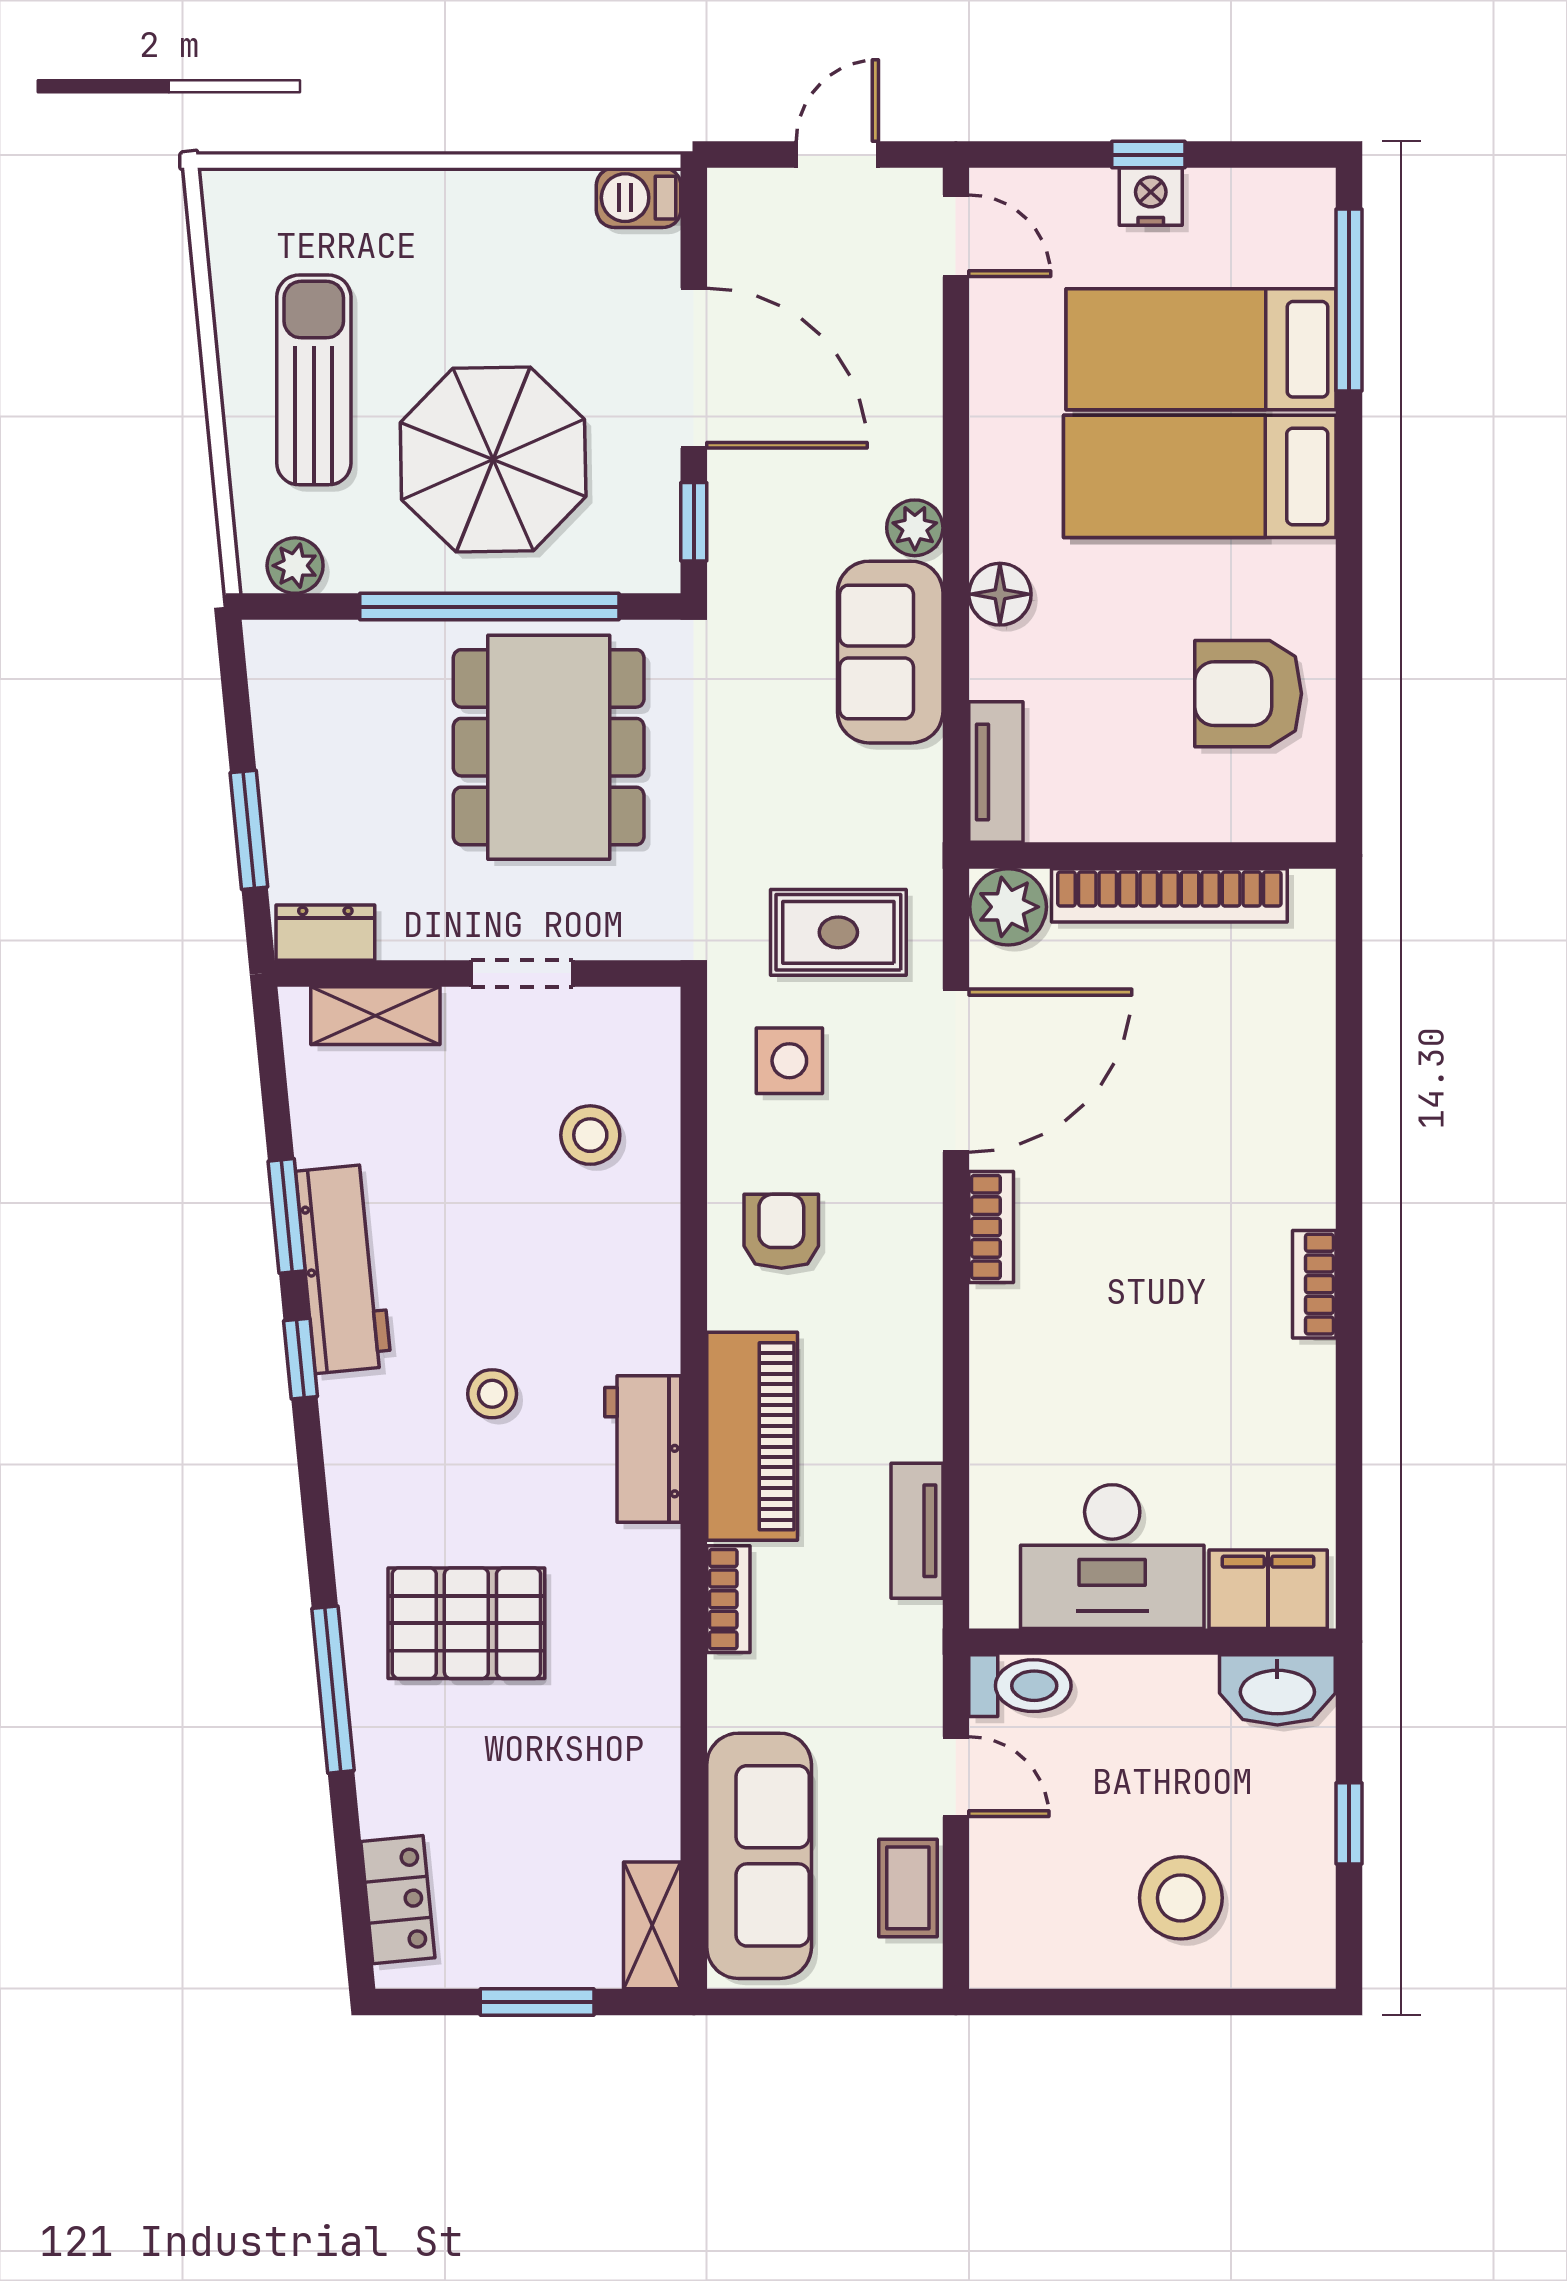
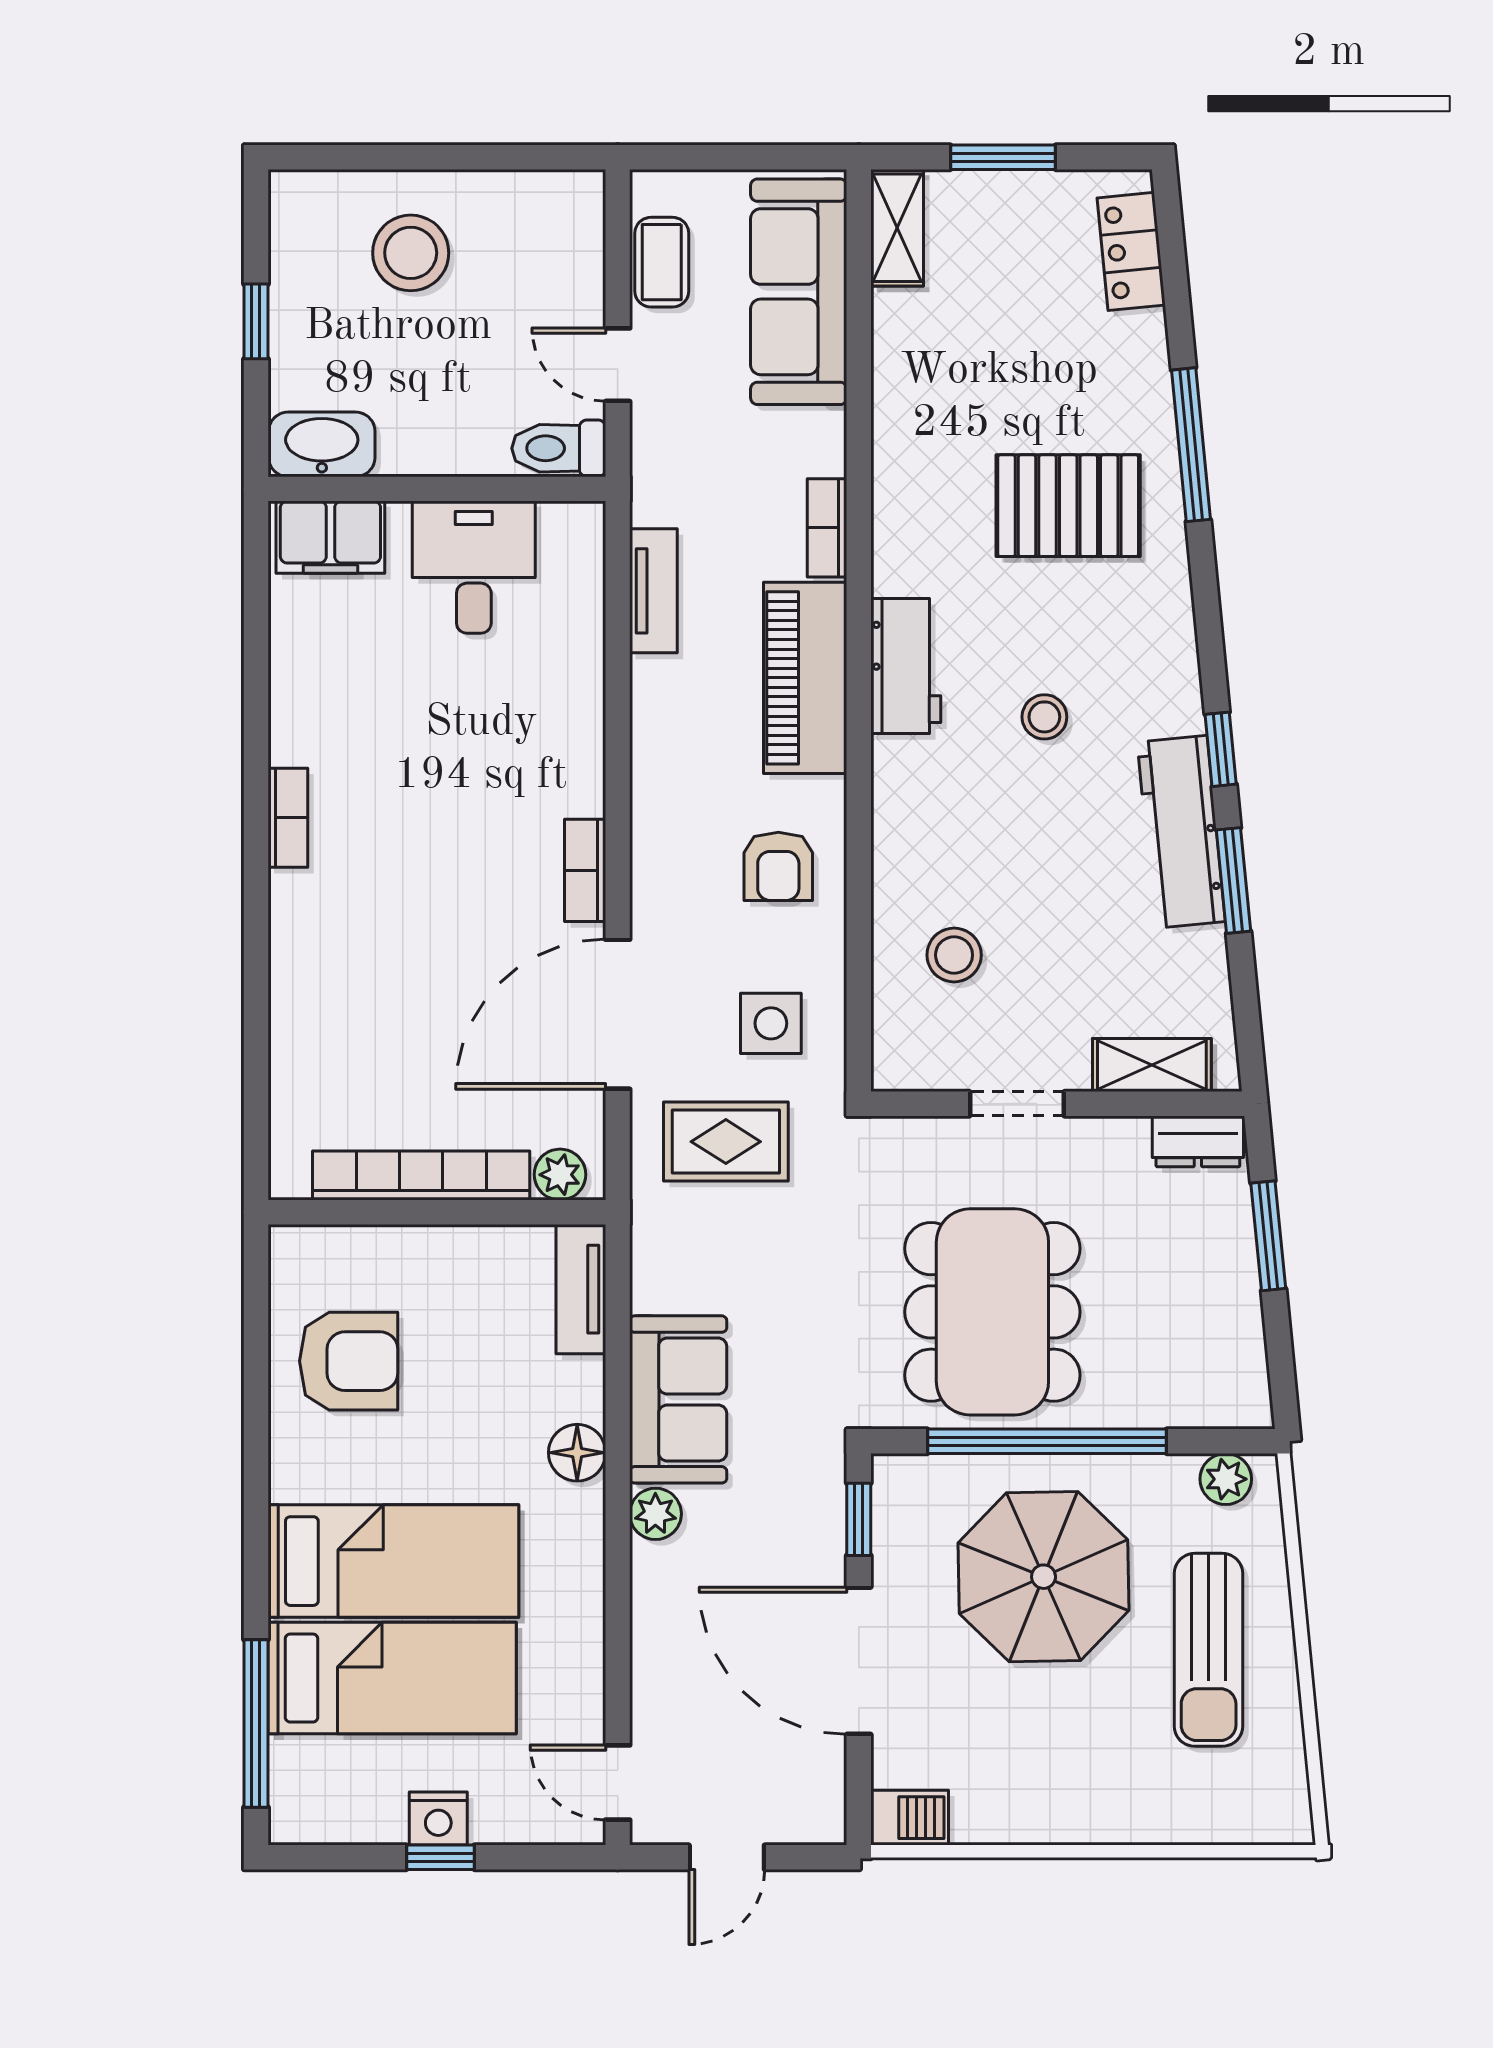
plant: (1008, 907) -> (560, 1175), width x0.73, depth x0.73
desk: (1112, 1557) -> (474, 567), width x0.73

